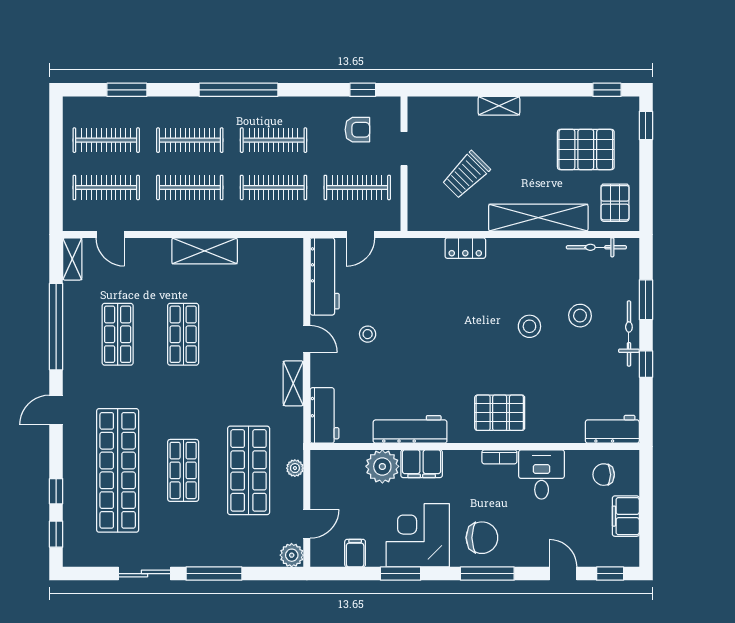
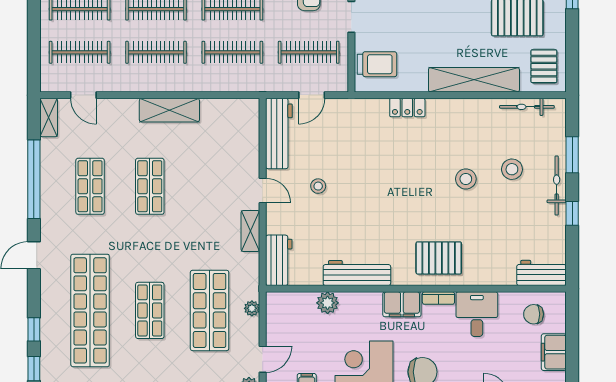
trolley: (466, 175) -> (377, 64), moved, turned -135
filing cabinet: (422, 464) -> (402, 304), moved
plant: (382, 466) -> (328, 303), width x0.73, depth x0.73

